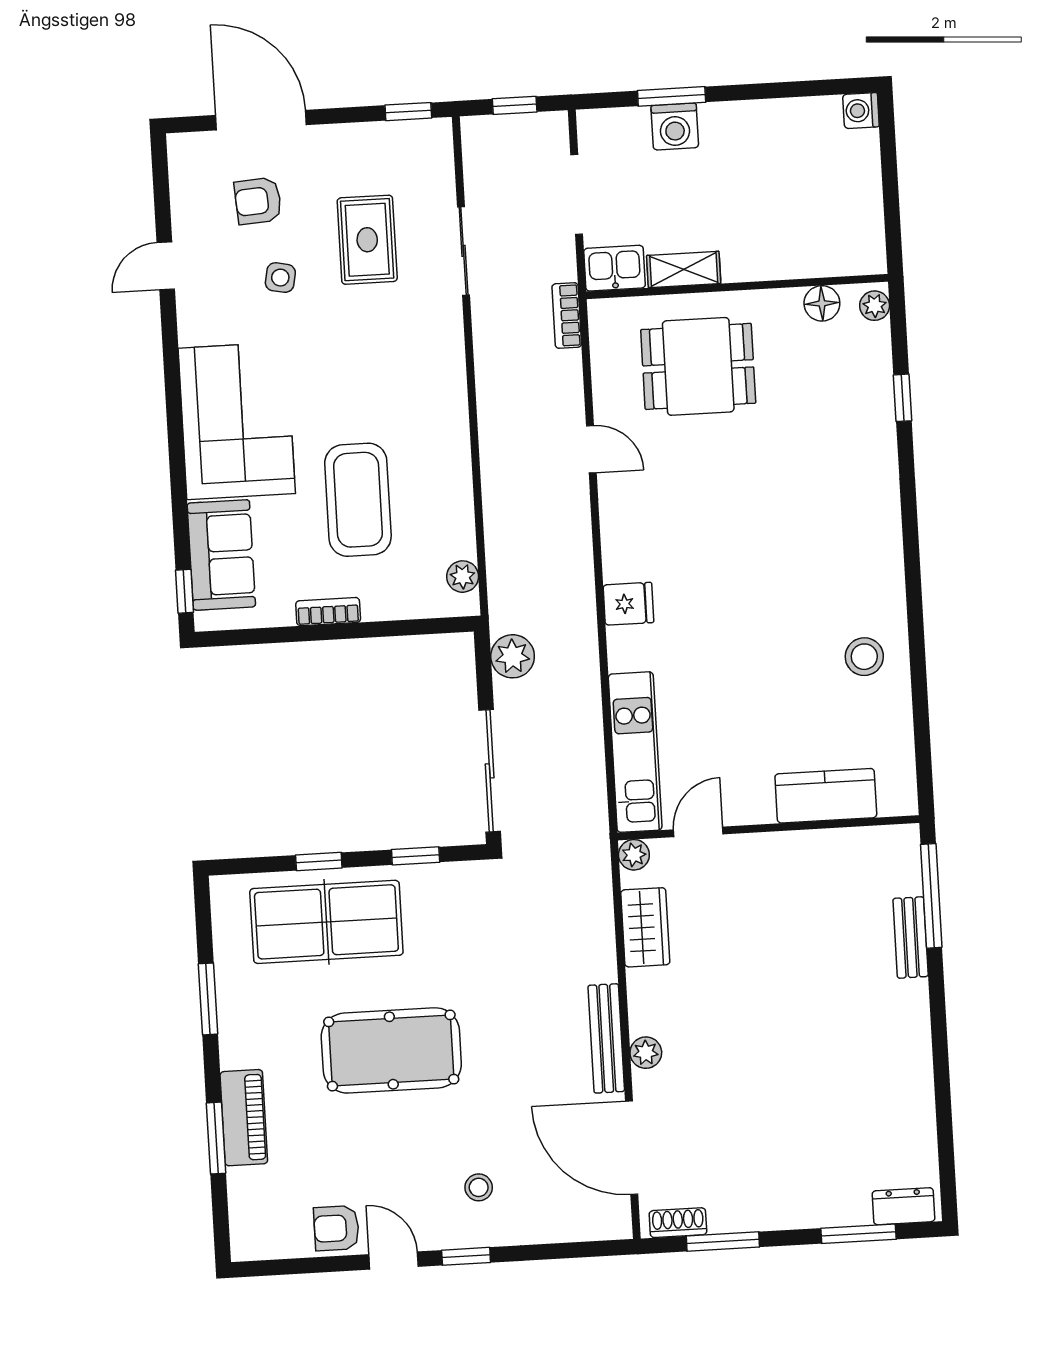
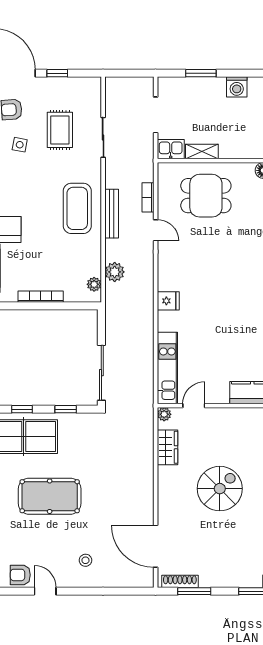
window: (515, 105) -> (130, 73), removed
window: (408, 112) -> (57, 73), moved
washing machine: (675, 127) -> (237, 87), moved
bookcase: (567, 316) -> (148, 197), moved
coffee table: (358, 500) -> (77, 208), moved
bookcase: (328, 612) -> (41, 297), width x1.56
plant: (513, 656) -> (115, 272), moved
spiral stairs: (766, 1012) -> (220, 489), added
bench: (606, 1038) -> (112, 214), moved
plant: (646, 1053) -> (164, 504), removed
shoe rack: (678, 1223) -> (180, 581), width x1.43
window: (466, 1256) -> (78, 591), removed

